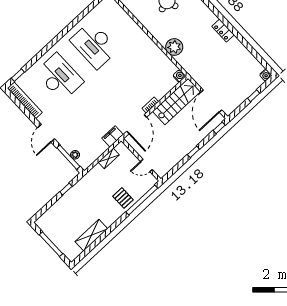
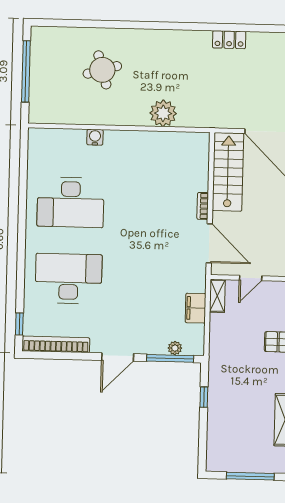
locker: (223, 31) -> (229, 40), moved
water cooler: (179, 76) -> (95, 137), moved
door: (46, 133) -> (118, 357), hinge flipped
filing cabinet: (113, 136) -> (196, 308), moved
shelving: (109, 158) -> (217, 296), moved
door: (146, 166) -> (251, 278), moved

